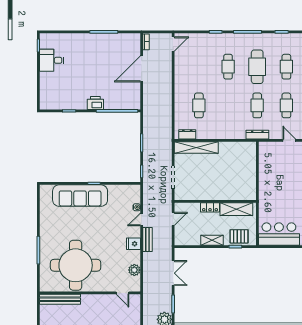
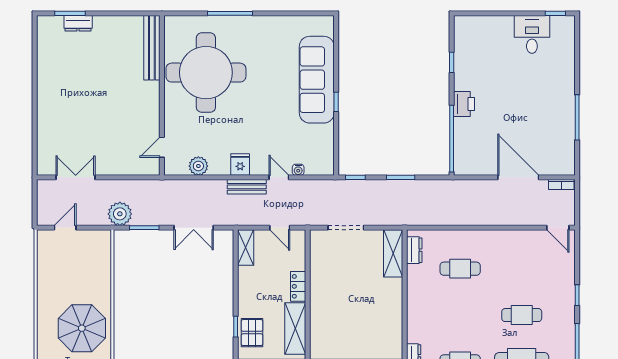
shelving: (196, 148) -> (393, 253), width x0.68
shelving: (212, 240) -> (246, 248), moved

